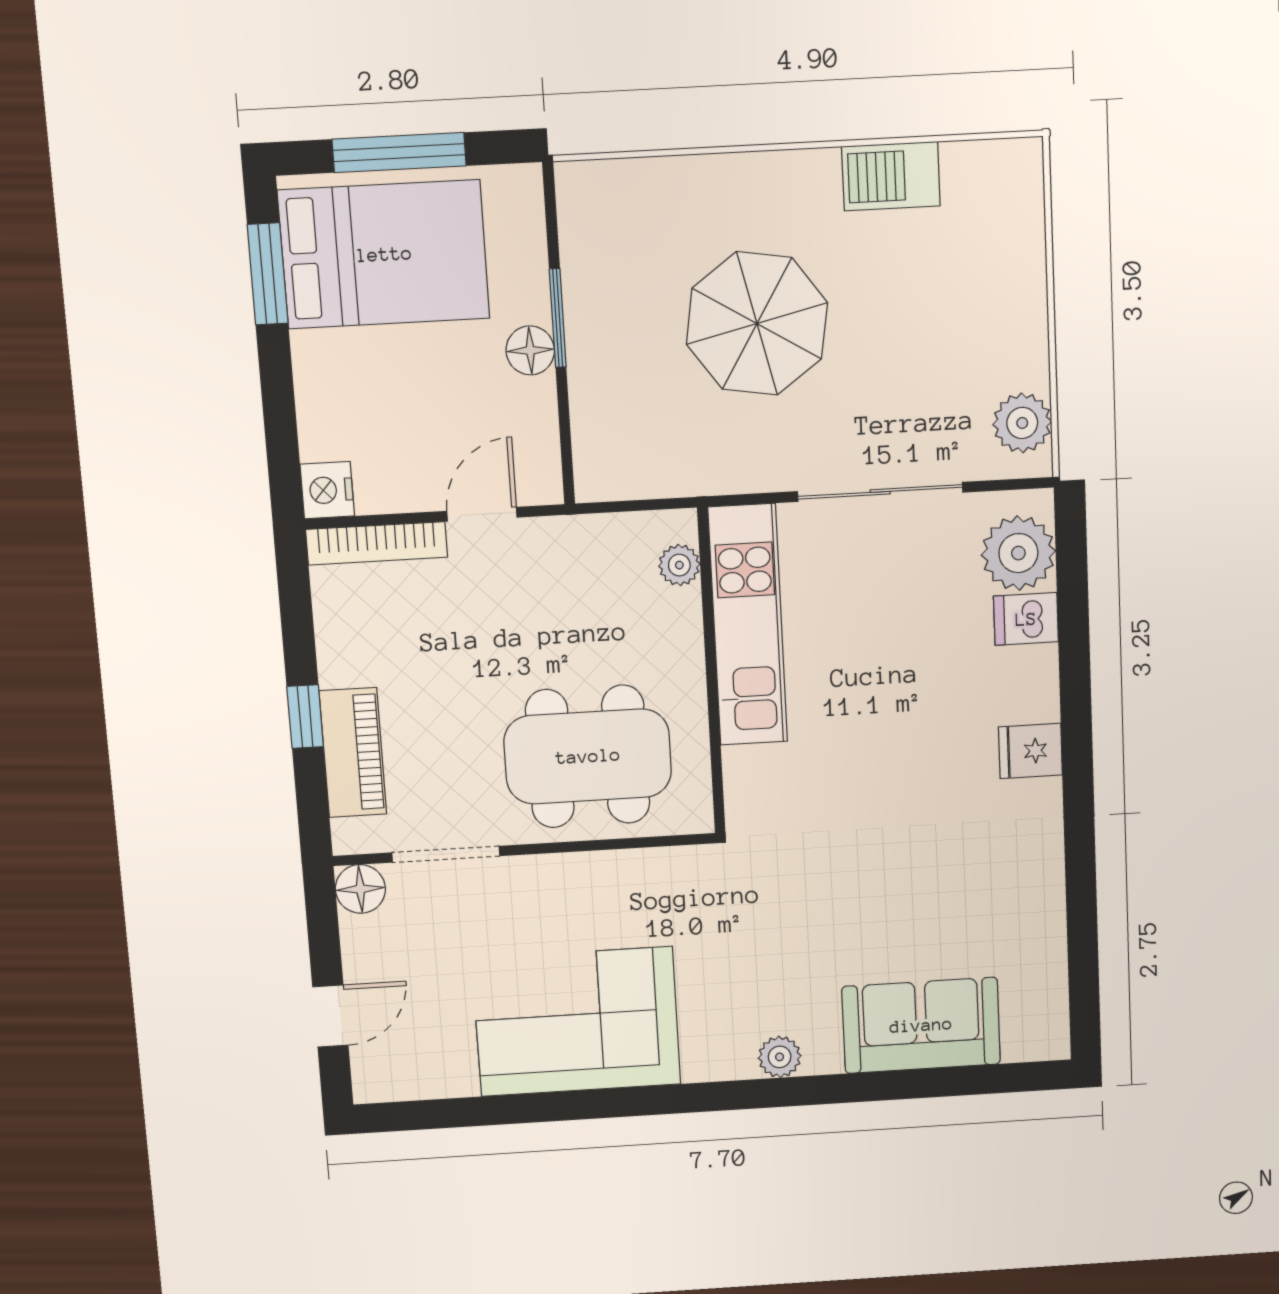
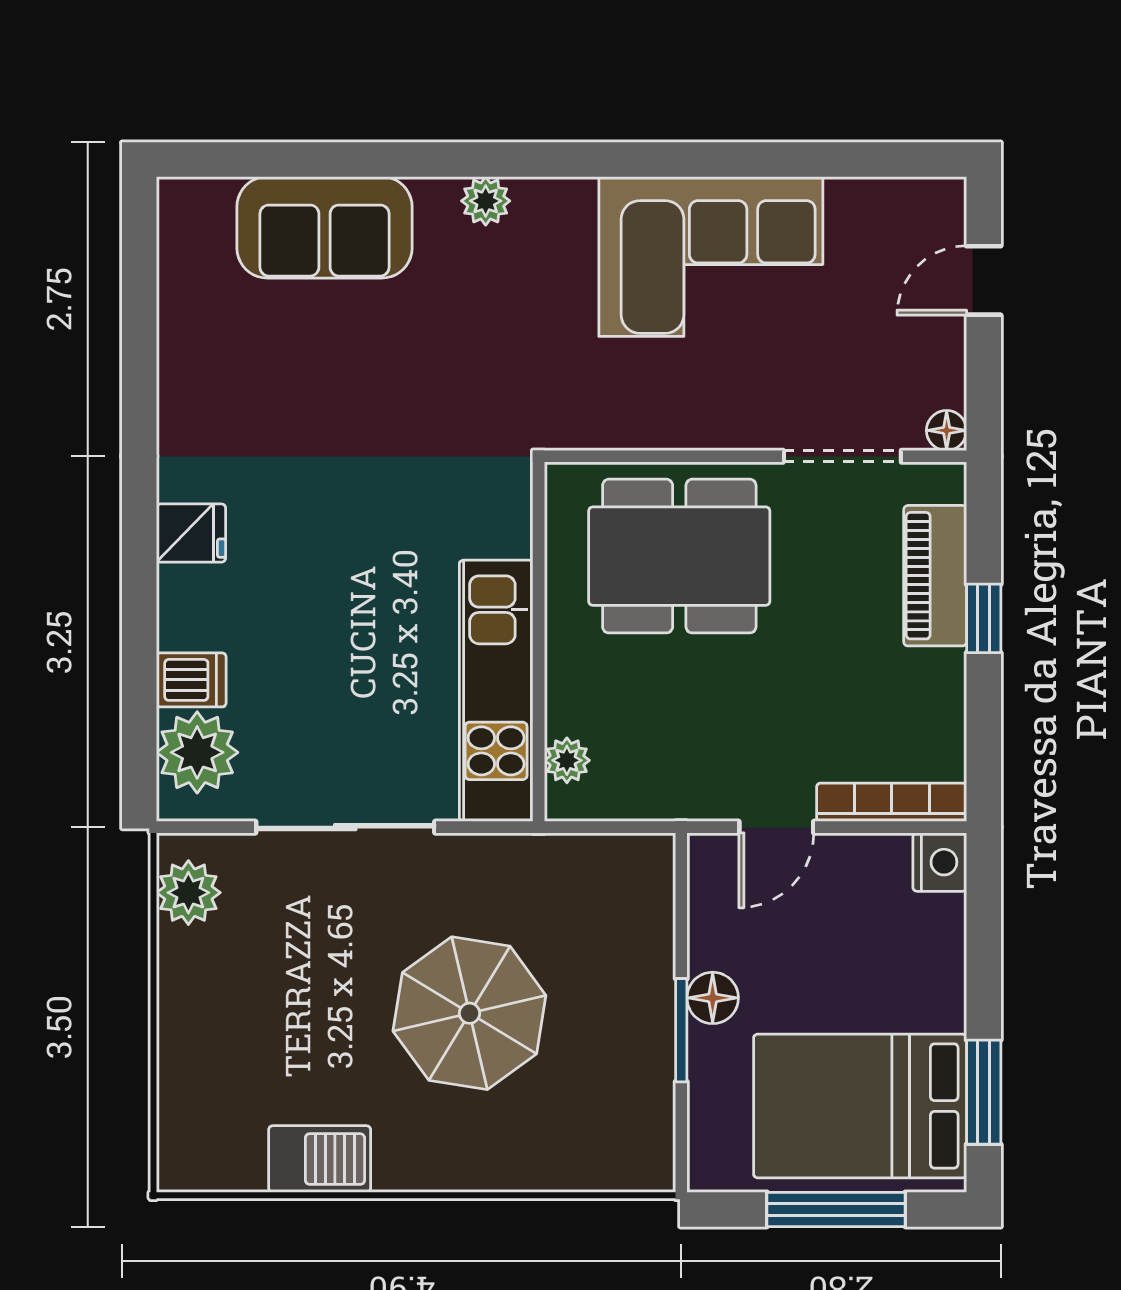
floor lamp: (360, 889) -> (947, 430), width x0.73, depth x0.73

